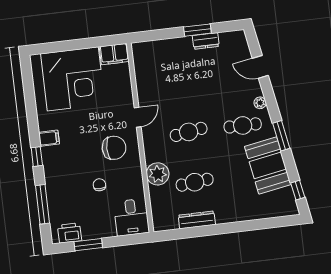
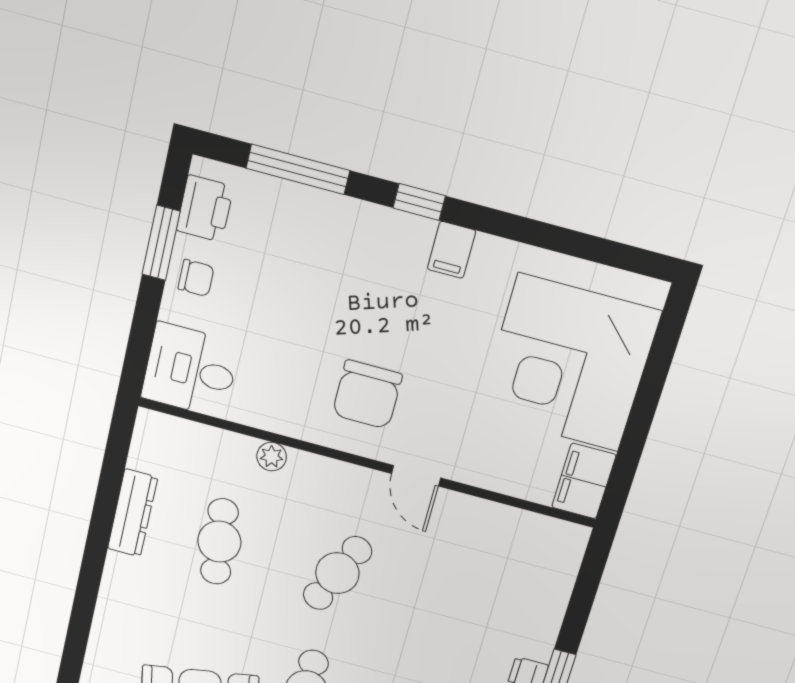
cafe table: (189, 132) -> (337, 573), turned 33
plant: (158, 174) -> (272, 457), width x0.53, depth x0.53
chair: (99, 185) -> (196, 278), moved

